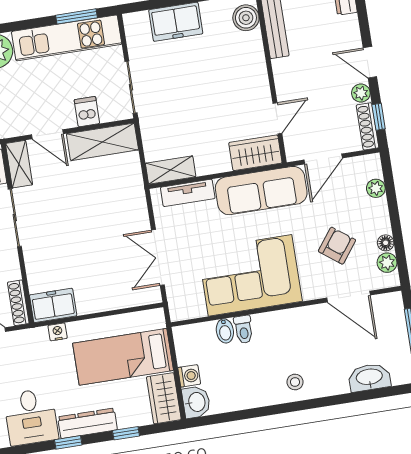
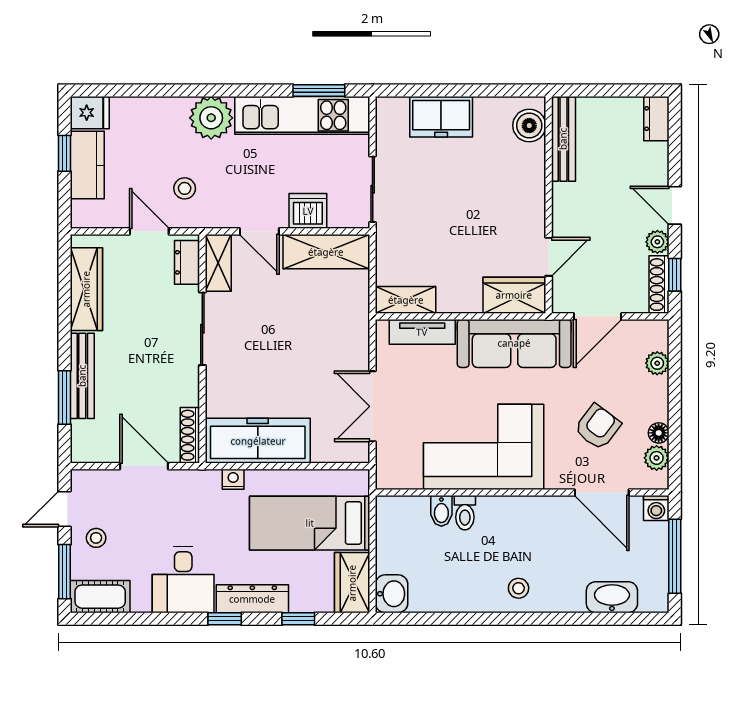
dishwasher: (87, 112) -> (308, 211), width x1.38
freezer: (53, 305) -> (258, 441), width x1.91, depth x1.26
washing machine: (189, 376) -> (656, 508), moved, turned 90

